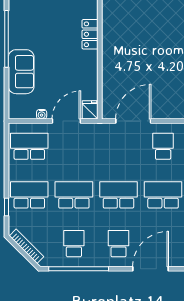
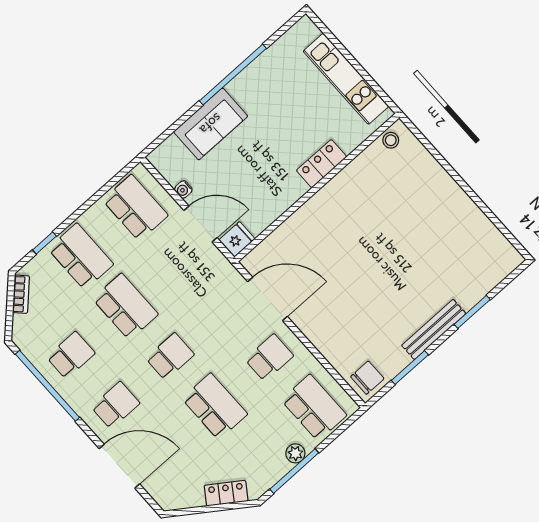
school desk: (118, 195) -> (170, 356), width x0.54
bookcase: (27, 246) -> (21, 294), width x0.64

